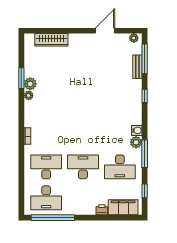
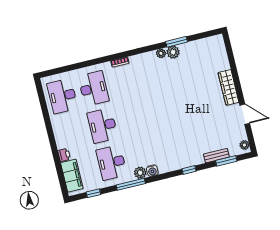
wardrobe: (51, 40) -> (228, 87), moved
window: (145, 59) -> (226, 161), width x0.69
desk: (83, 167) -> (102, 125), turned 180
window: (53, 218) -> (44, 108), removed

